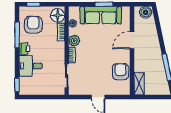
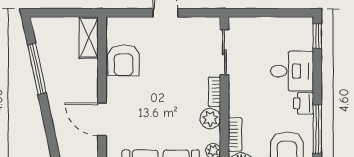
door: (132, 40) -> (102, 119), swing flipped

